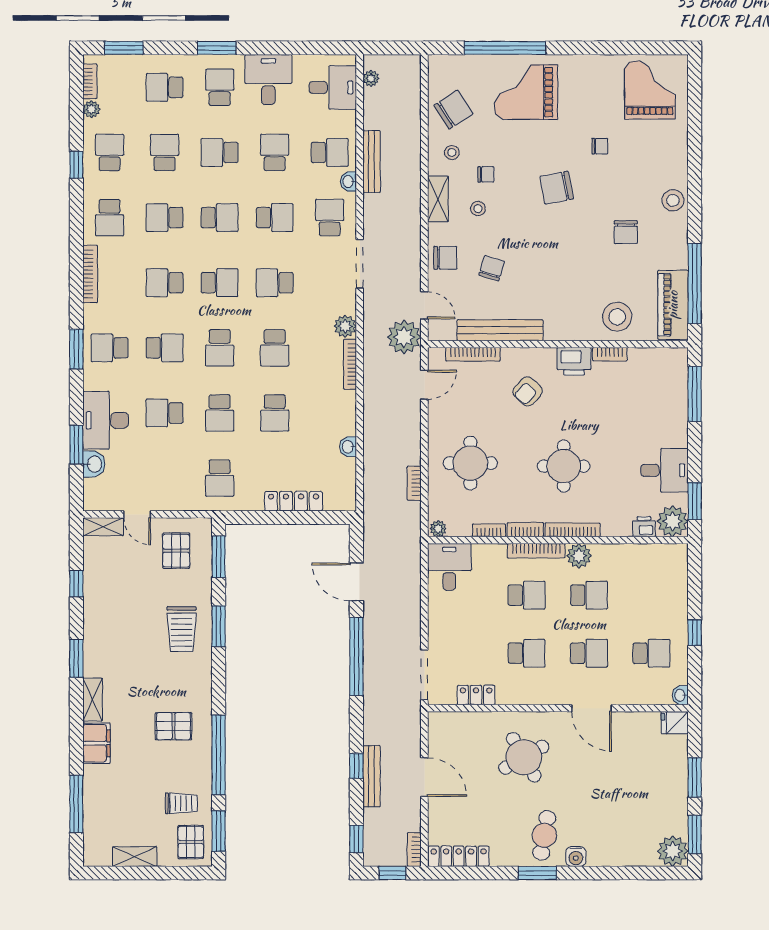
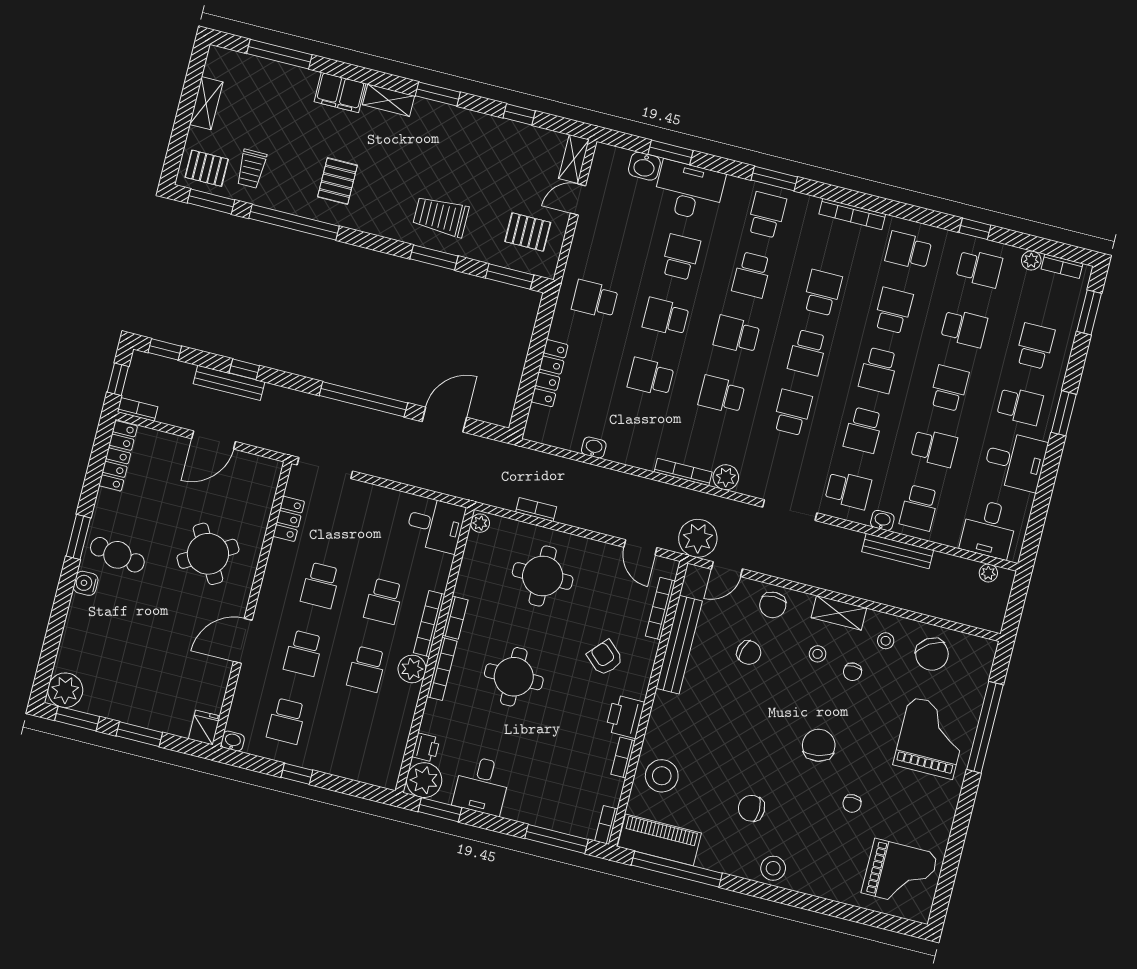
bookcase: (489, 530) -> (606, 825), moved, turned 180

